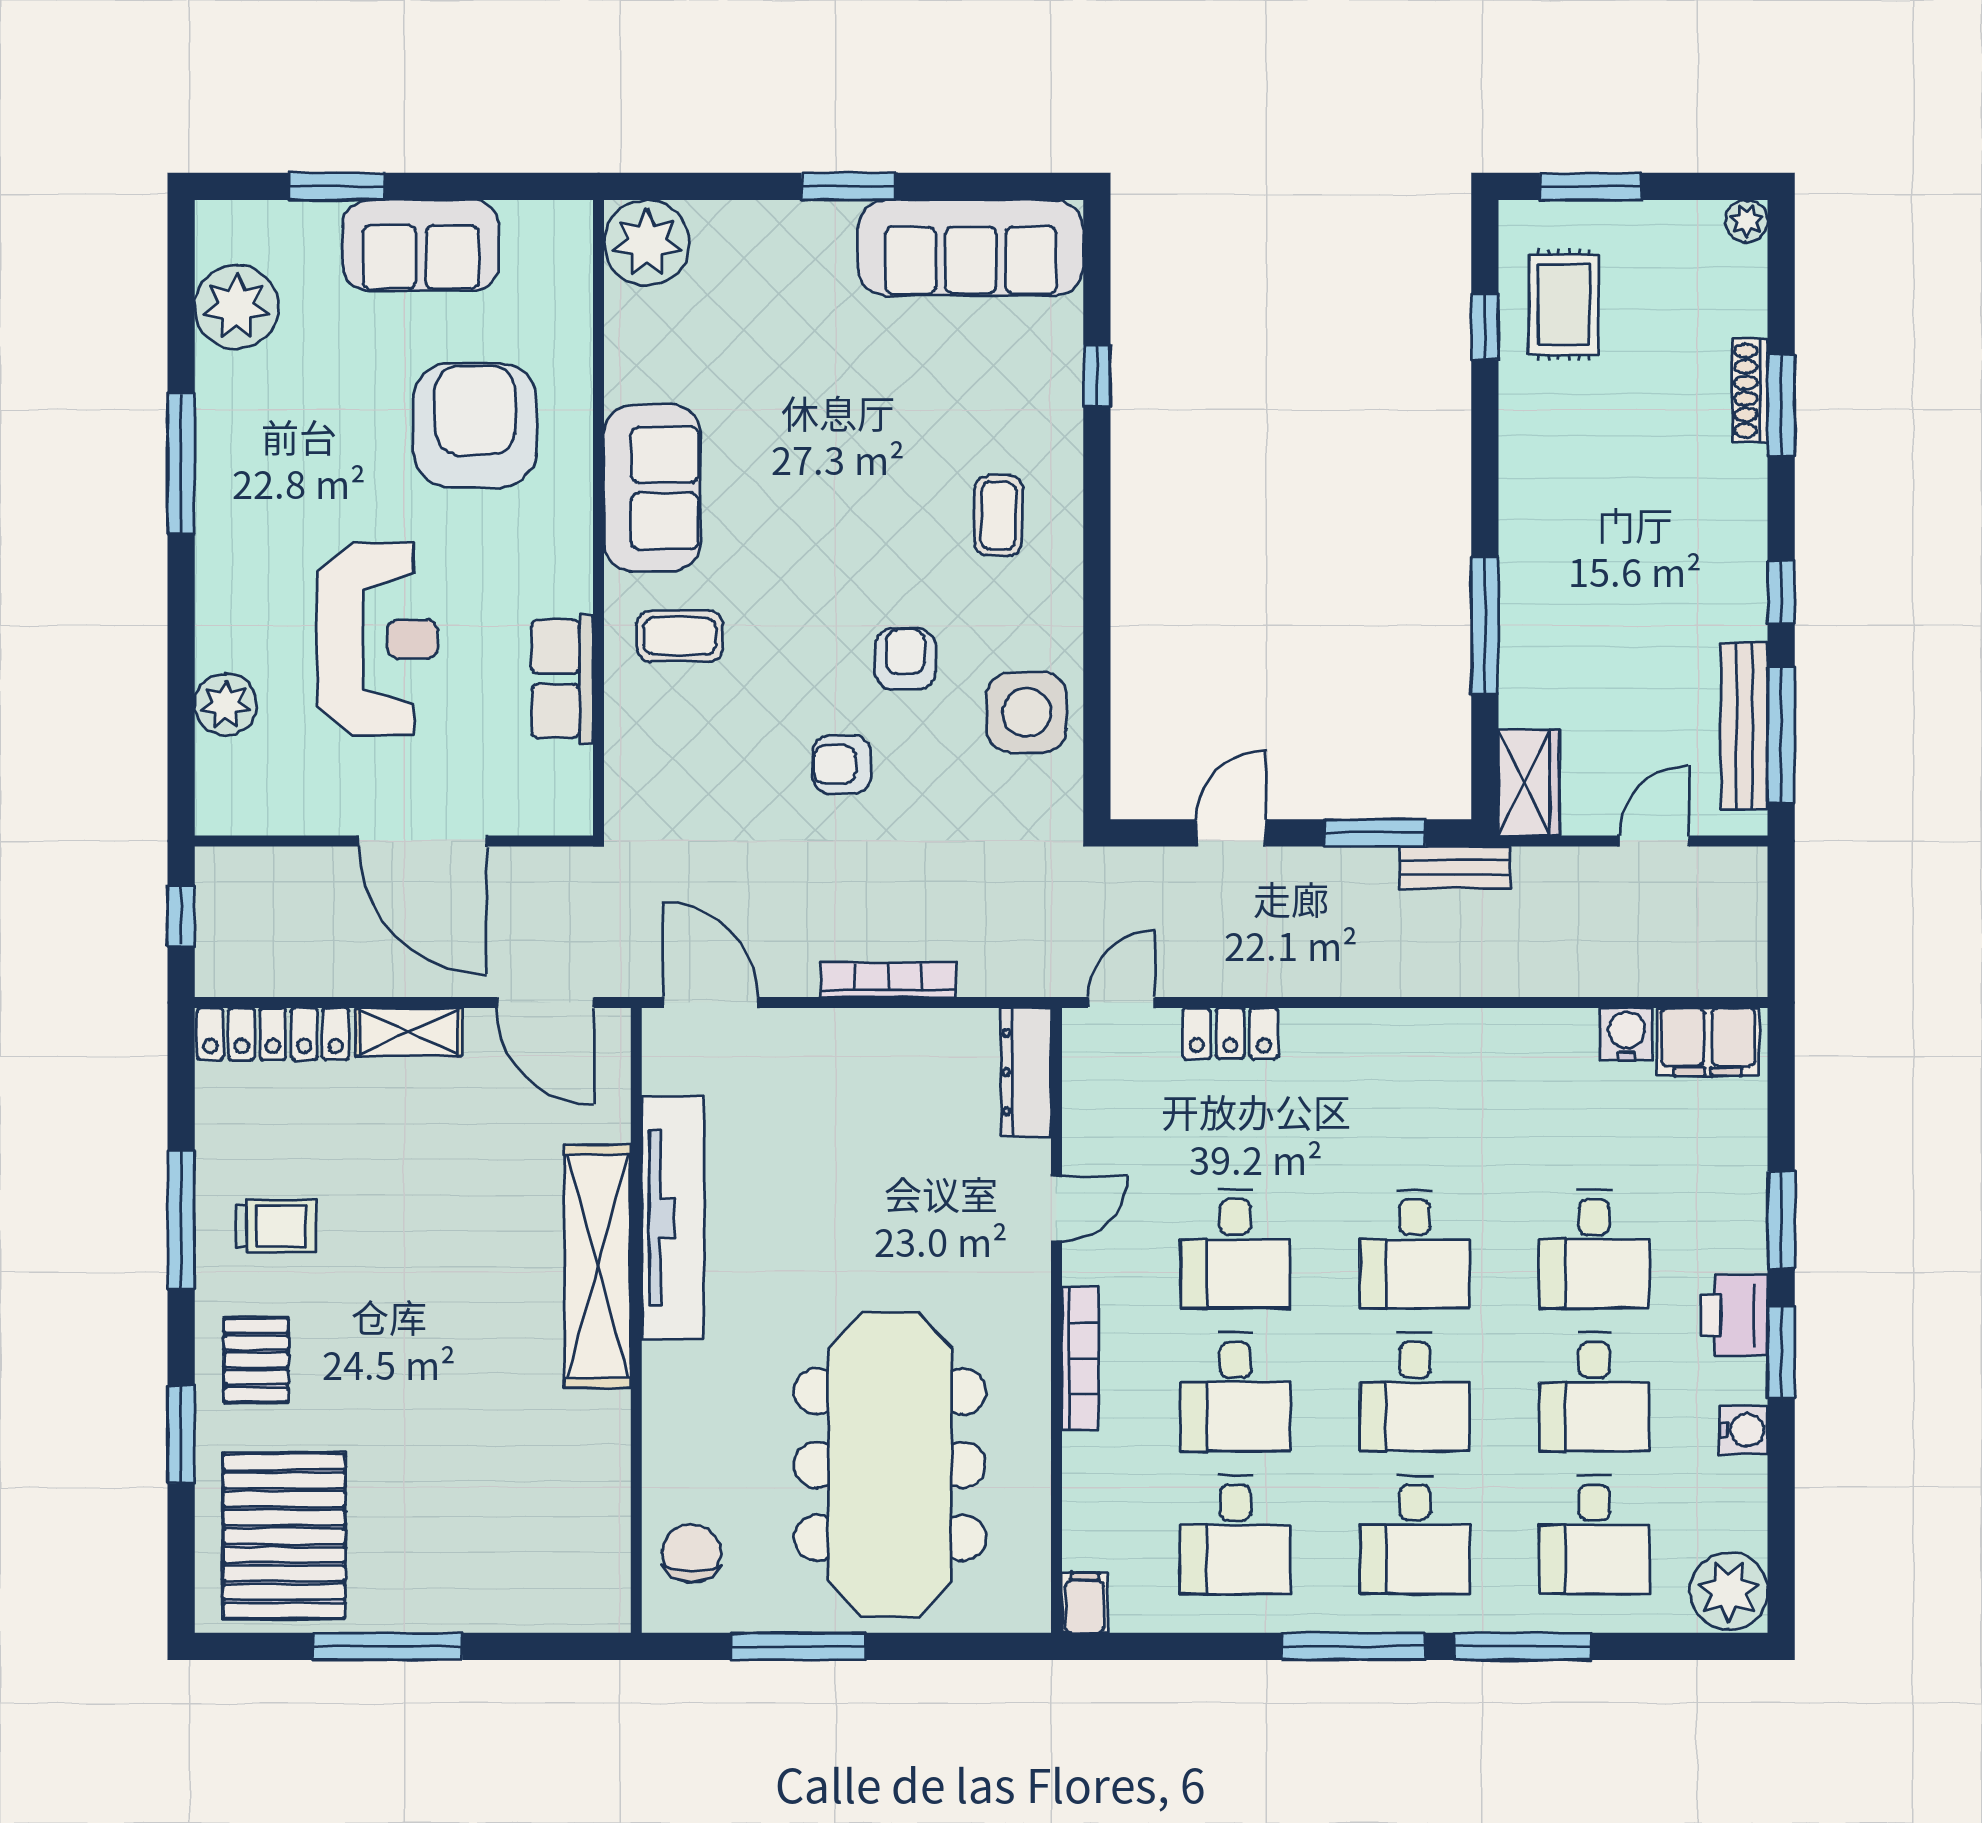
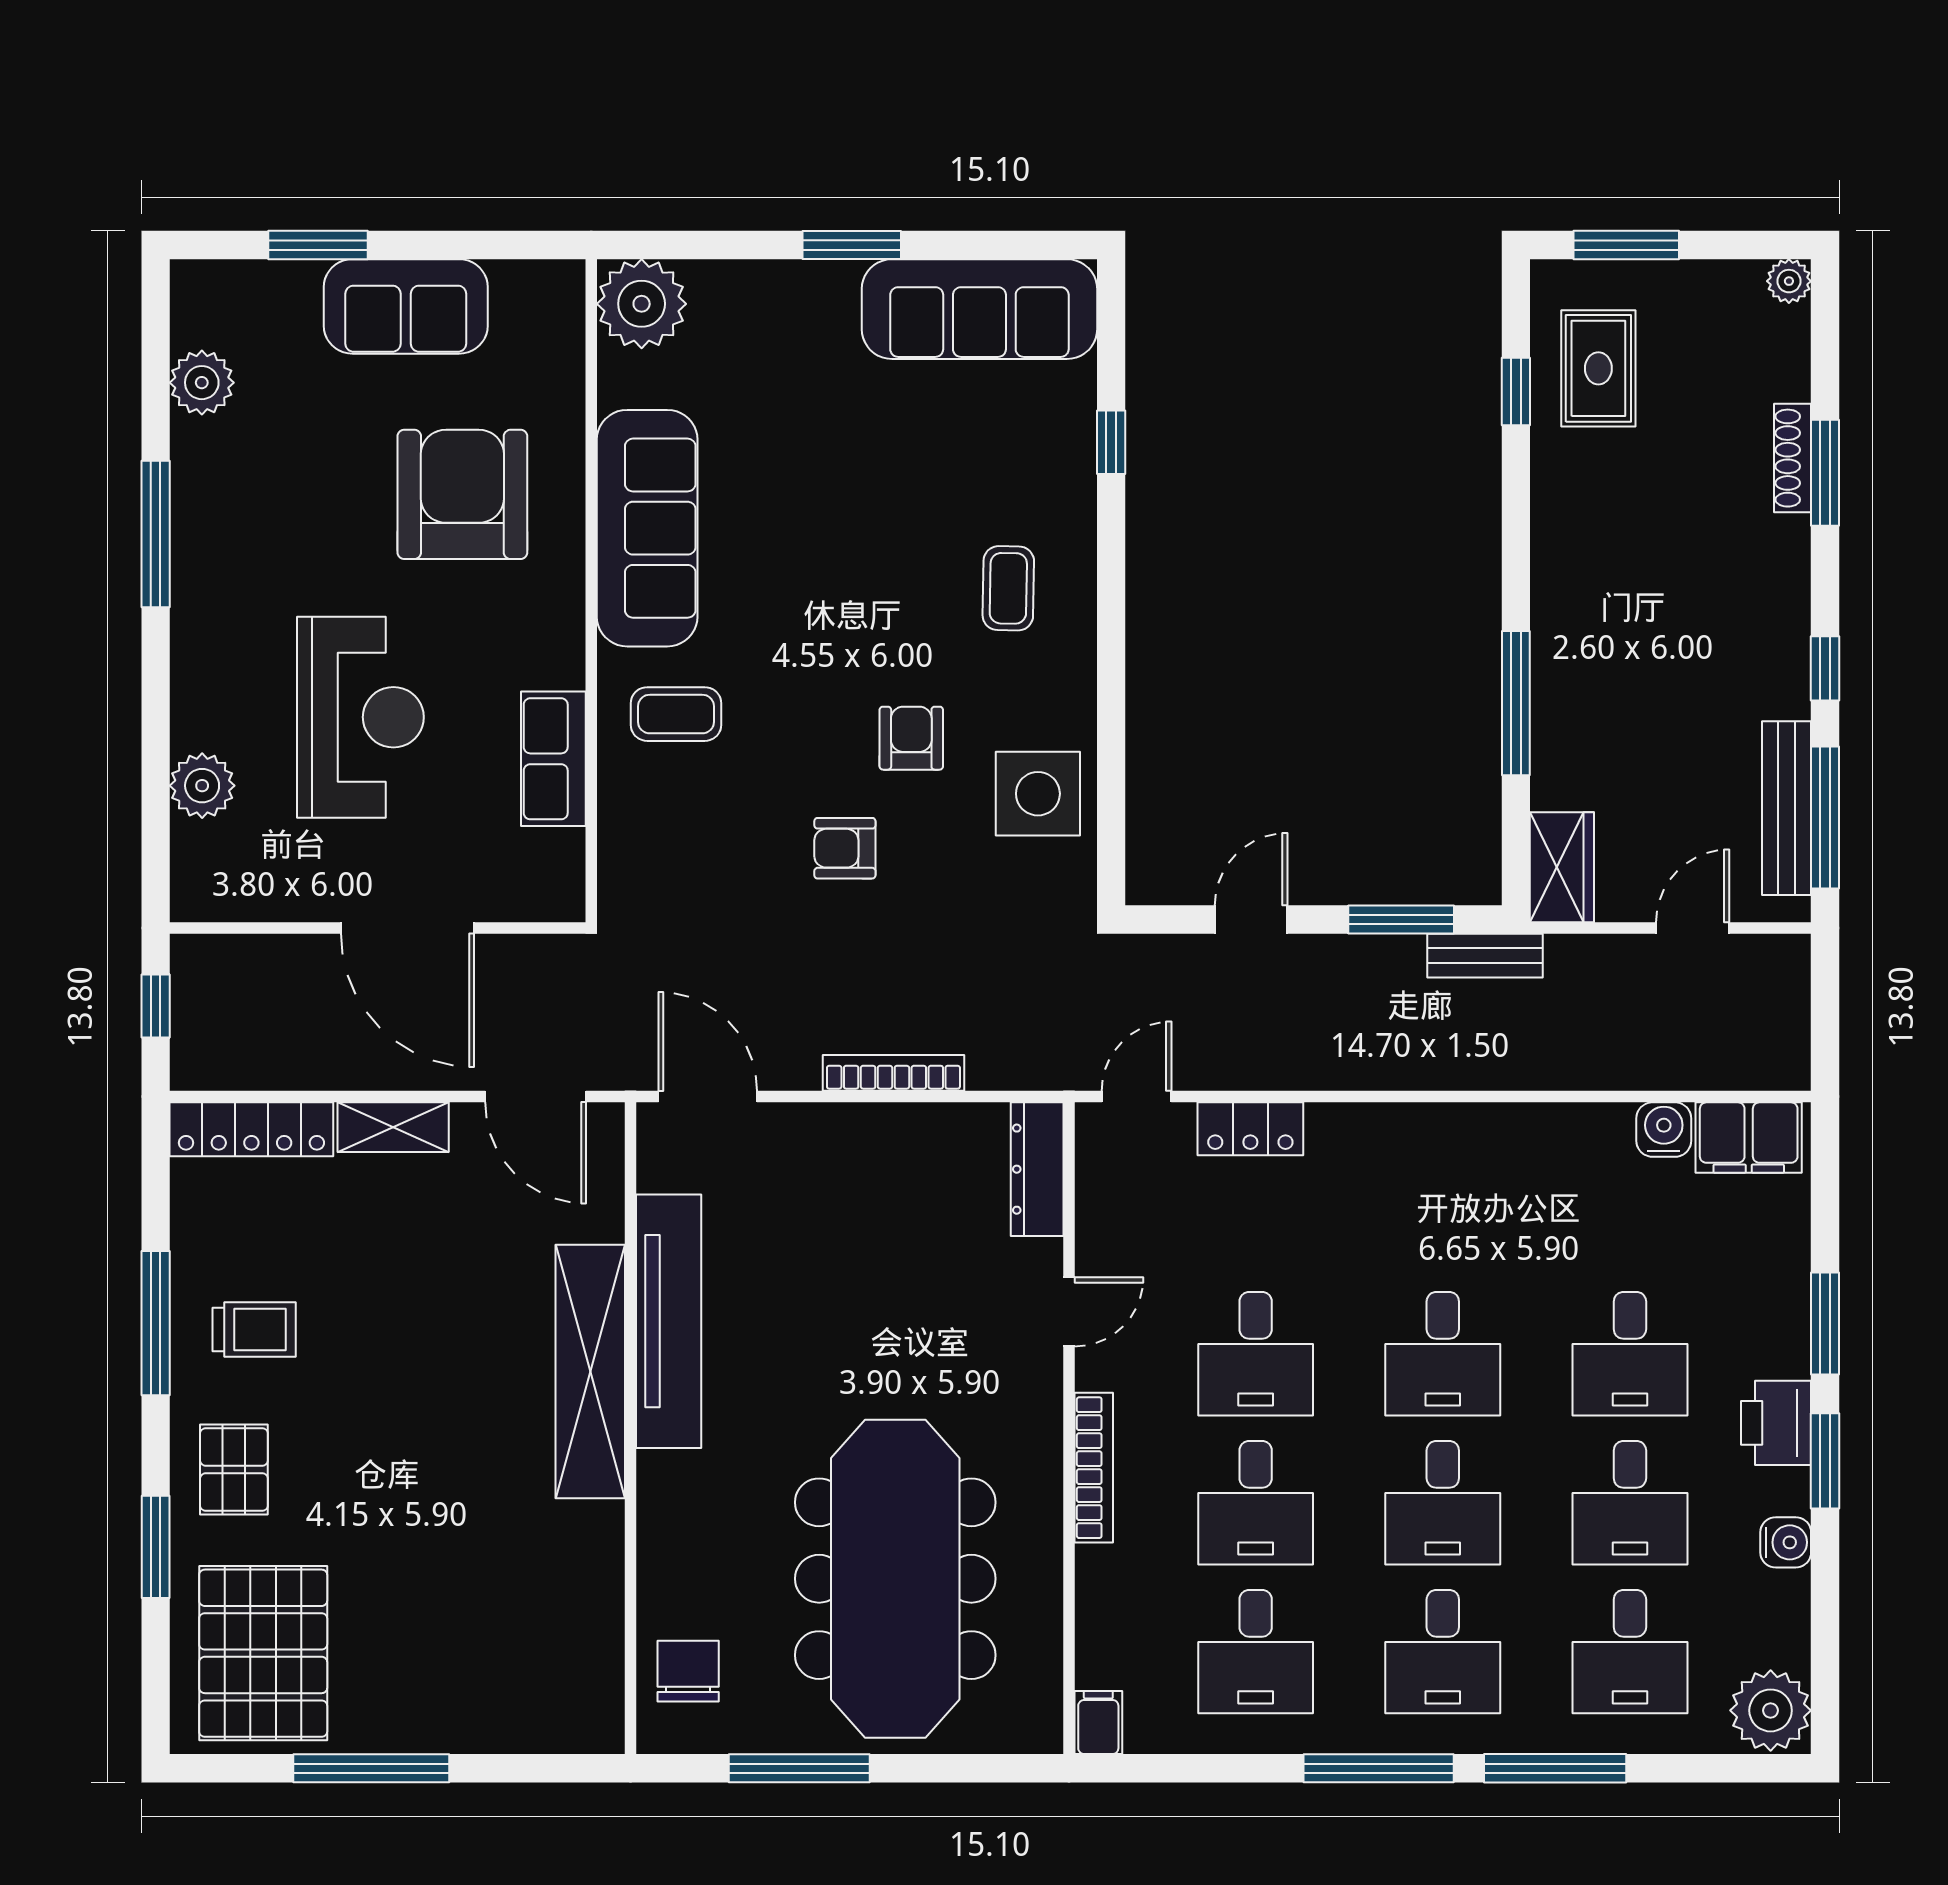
plant: (236, 307) -> (202, 383), width x0.73, depth x0.73
sofa: (652, 488) -> (647, 528), width x1.36

